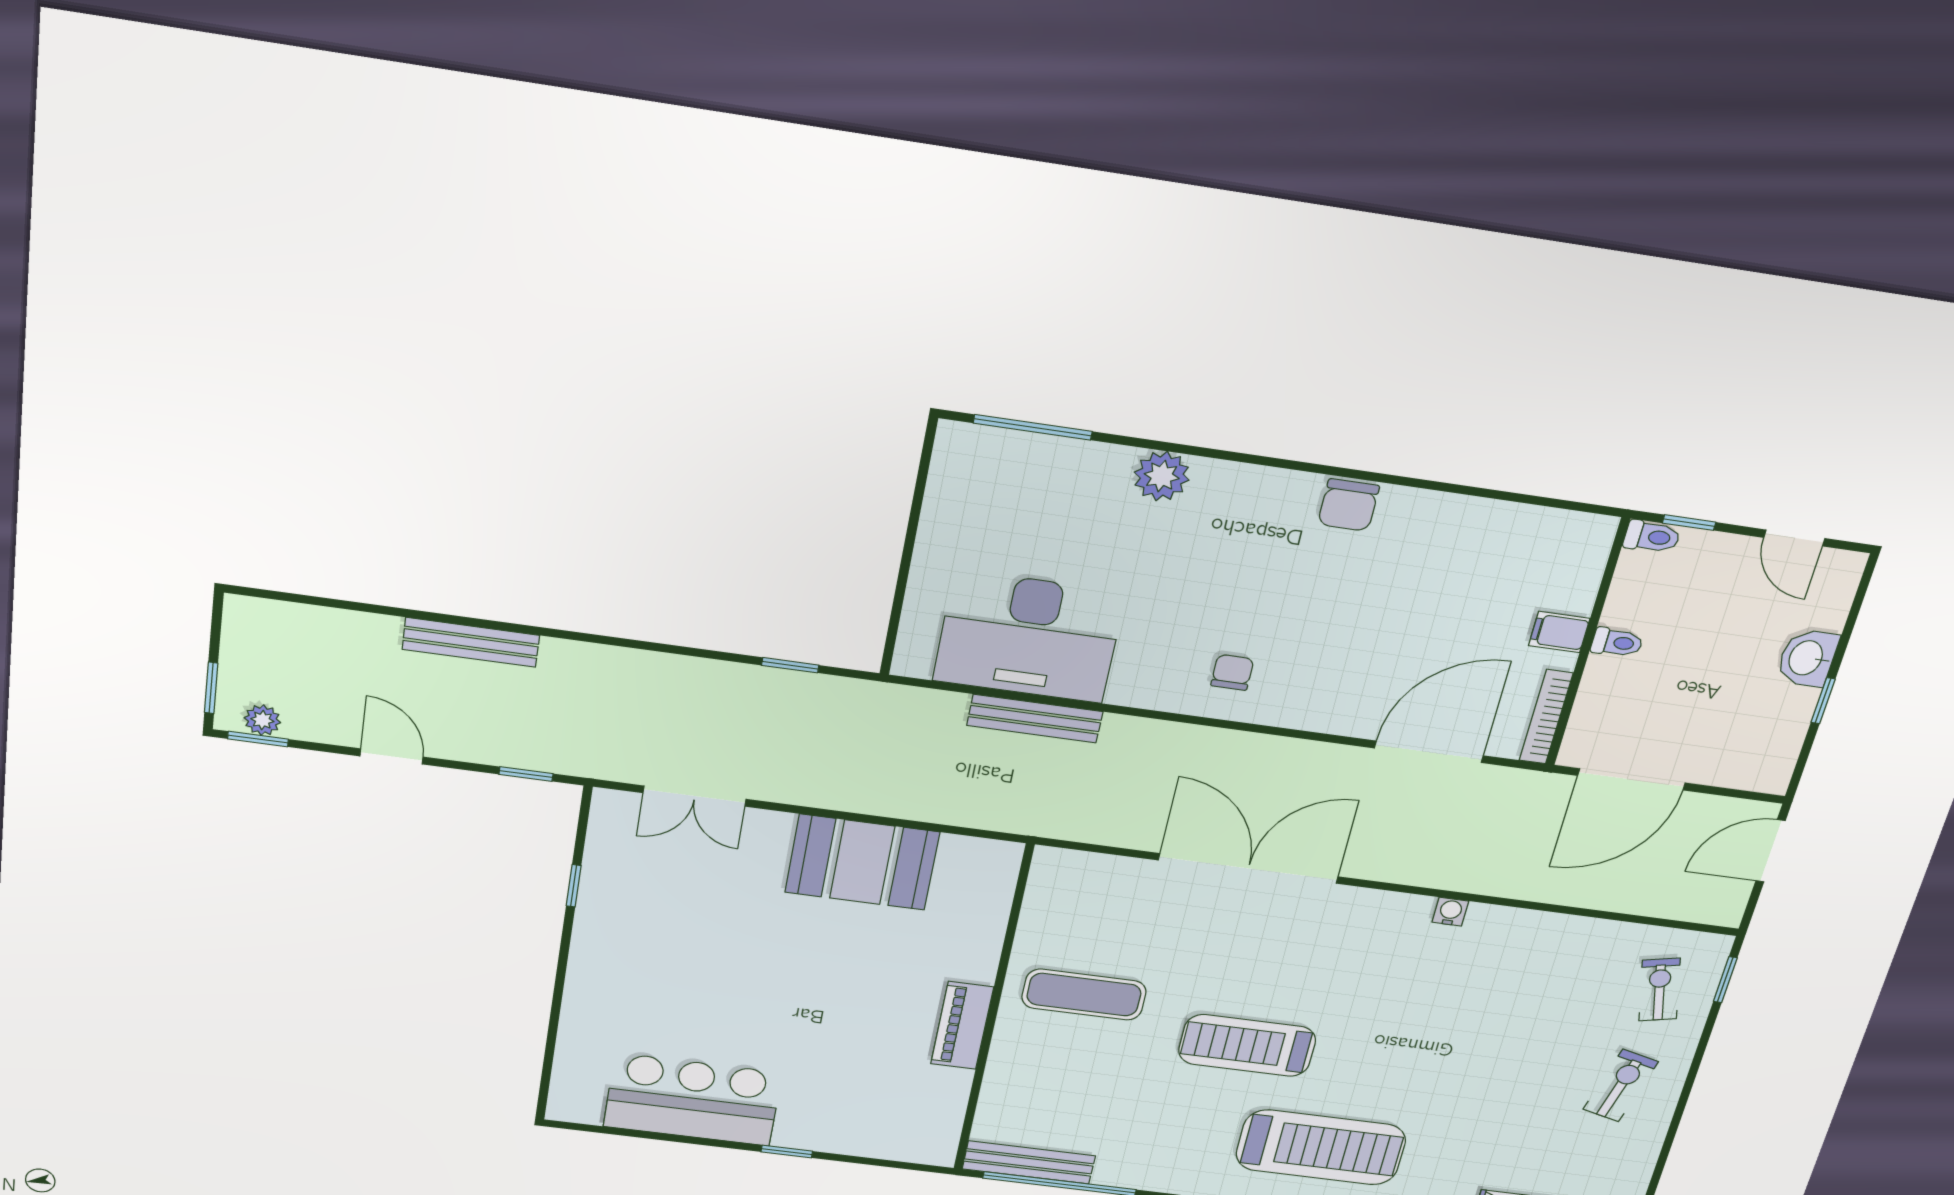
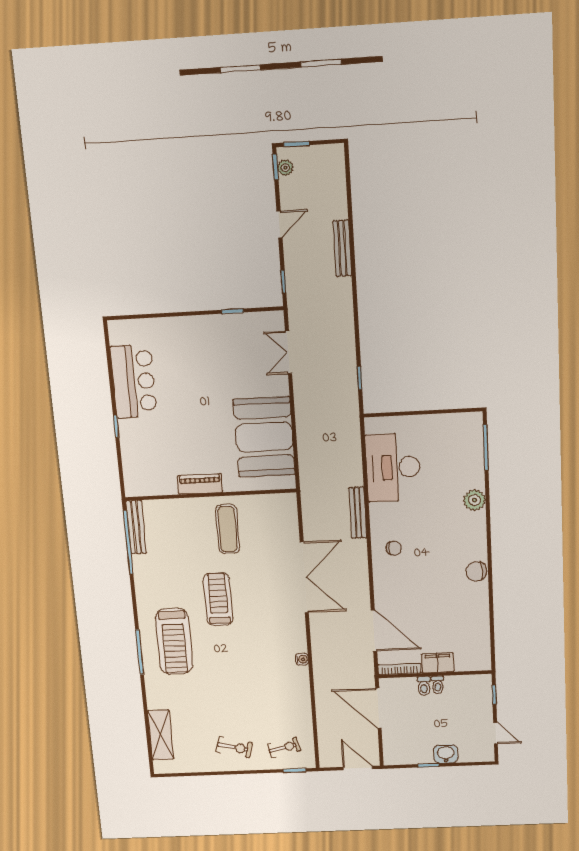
toilet: (1652, 537) -> (424, 686), moved
door: (1794, 538) -> (496, 733), swing flipped
filing cabinet: (1559, 632) -> (438, 663), width x2.00
bench: (1035, 719) -> (358, 513), moved
booth: (862, 862) -> (264, 437), width x1.36, depth x1.42

